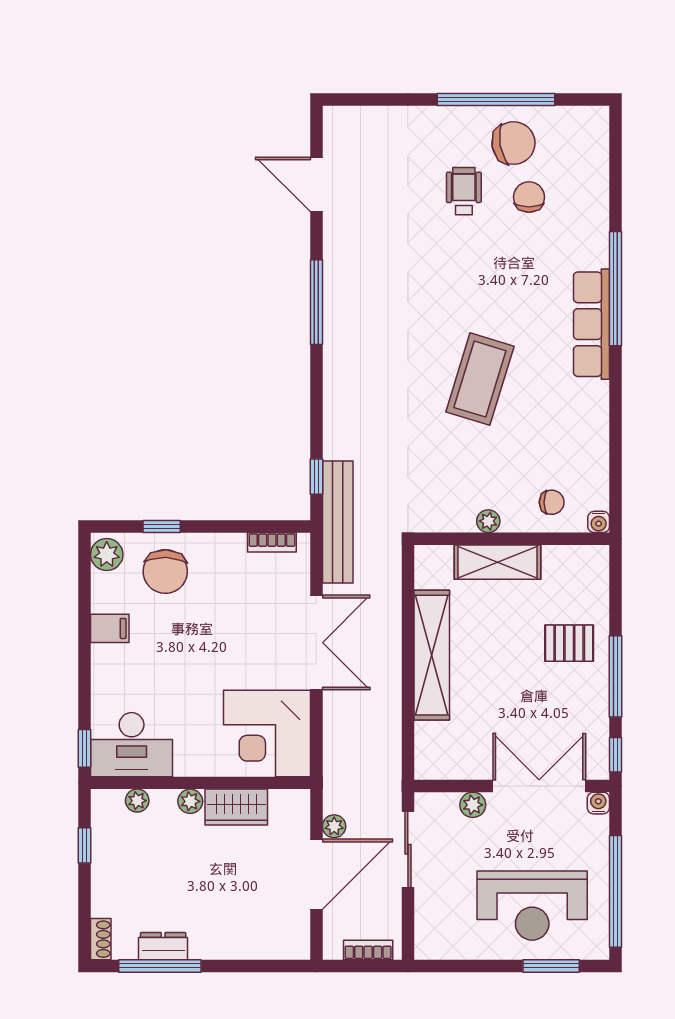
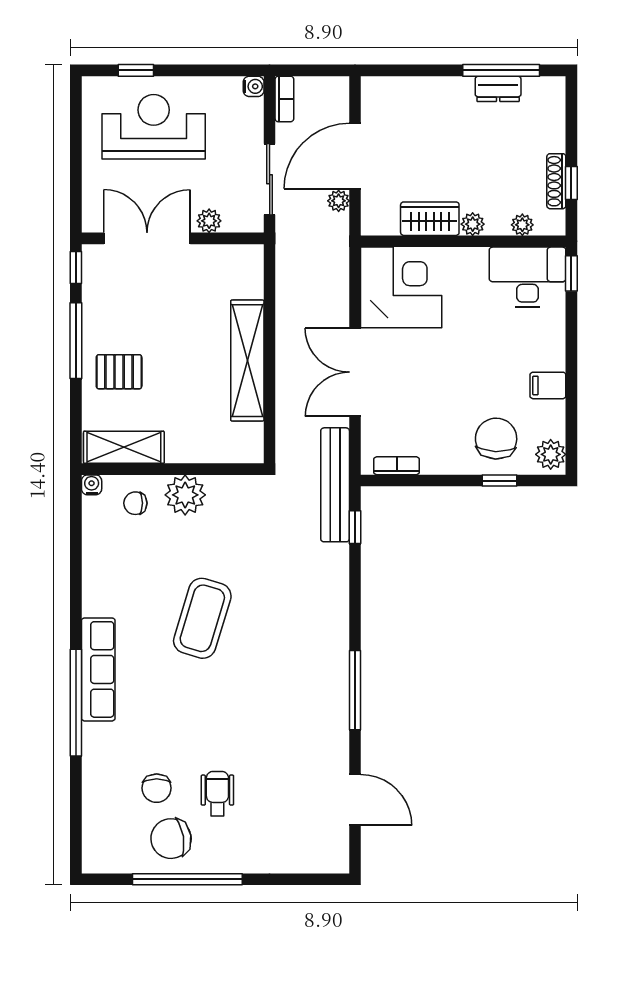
wheelchair: (464, 191) -> (217, 794), turned 180
plant: (488, 521) -> (185, 495), width x1.88, depth x1.88
shelving: (498, 562) -> (124, 447), moved
double door: (539, 786) -> (147, 238), swing flipped
water cooler: (598, 803) -> (254, 86), moved, turned -90
window: (615, 891) -> (76, 140), removed
shoe rack: (101, 939) -> (556, 181), moved, width x1.43
bookcase: (368, 950) -> (284, 99), moved, turned -90
window: (551, 966) -> (136, 70), width x0.67

